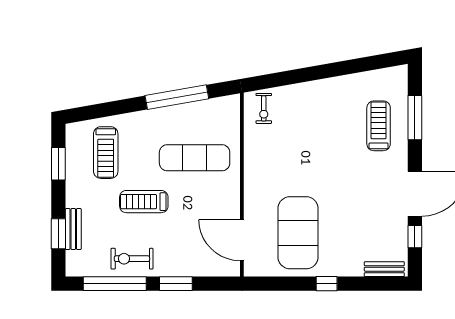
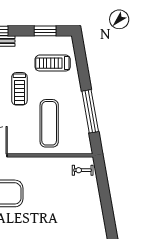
treadmill: (144, 202) -> (19, 89), turned 180

